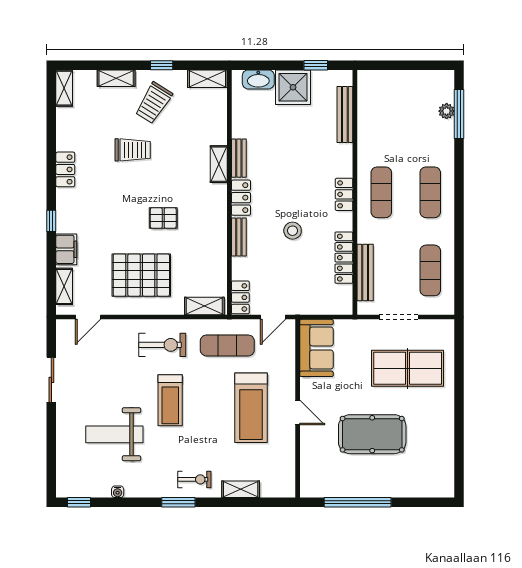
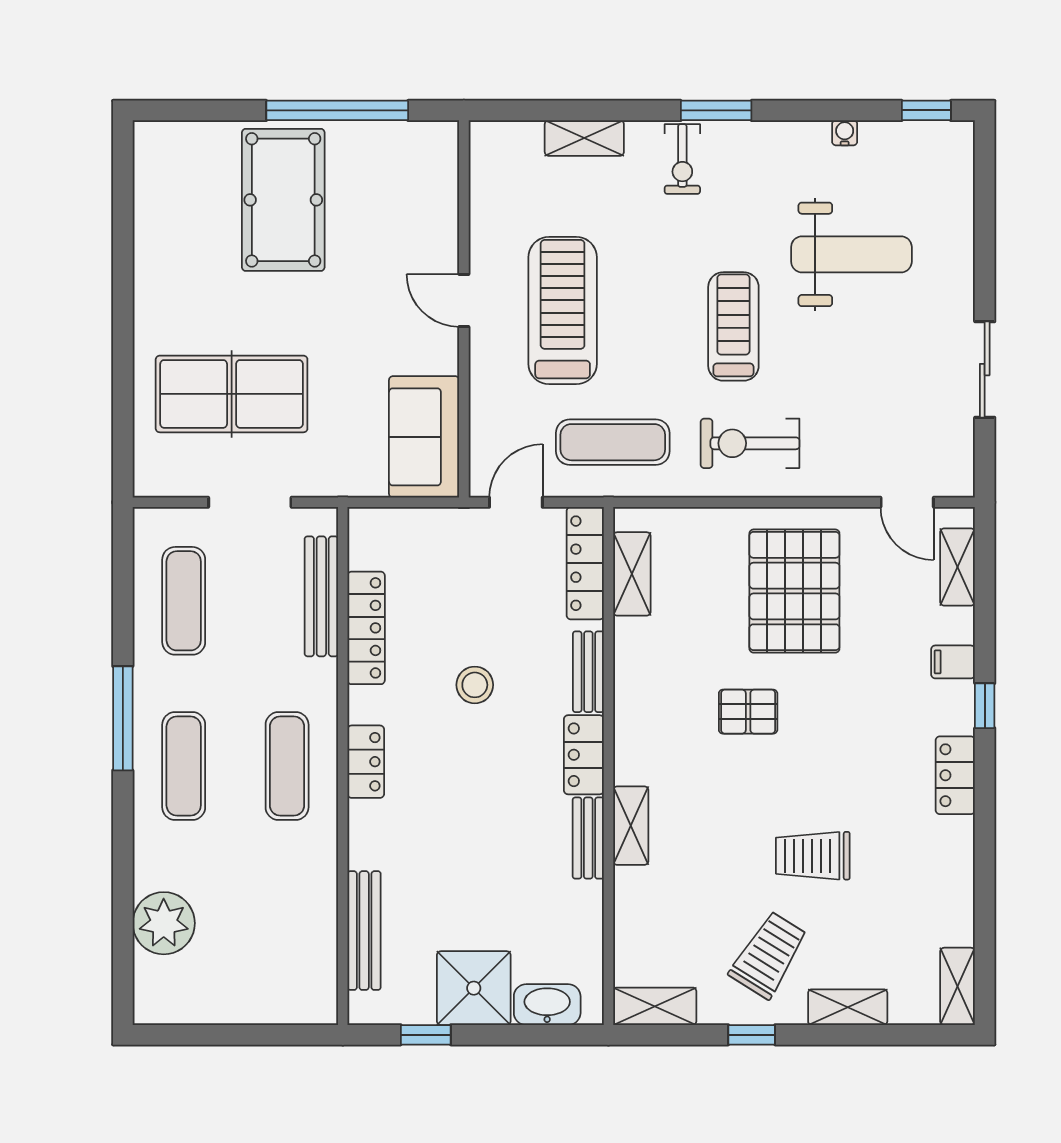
plant: (447, 111) -> (164, 923), width x1.88, depth x1.88
window: (459, 114) -> (123, 718), moved
locker: (65, 169) -> (955, 775), moved
filing cabinet: (66, 249) -> (953, 662), width x0.50
pallet: (141, 275) -> (794, 591), turned 90
locker: (240, 297) -> (585, 563), width x1.53
shelving: (204, 306) -> (632, 574), moved, turned 90
door: (88, 317) -> (907, 502), swing flipped
pool table: (372, 434) -> (283, 200), moved, turned 90
exercise bike: (194, 479) -> (682, 159), turned -90

